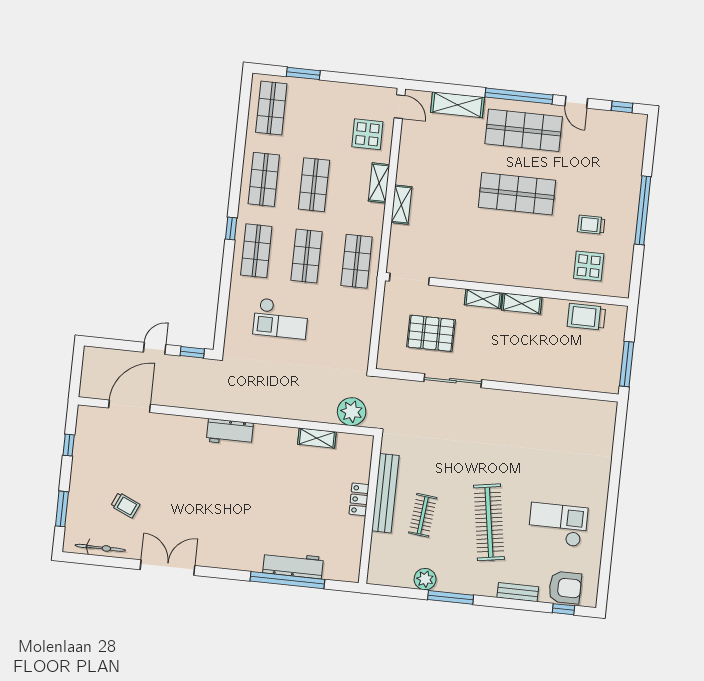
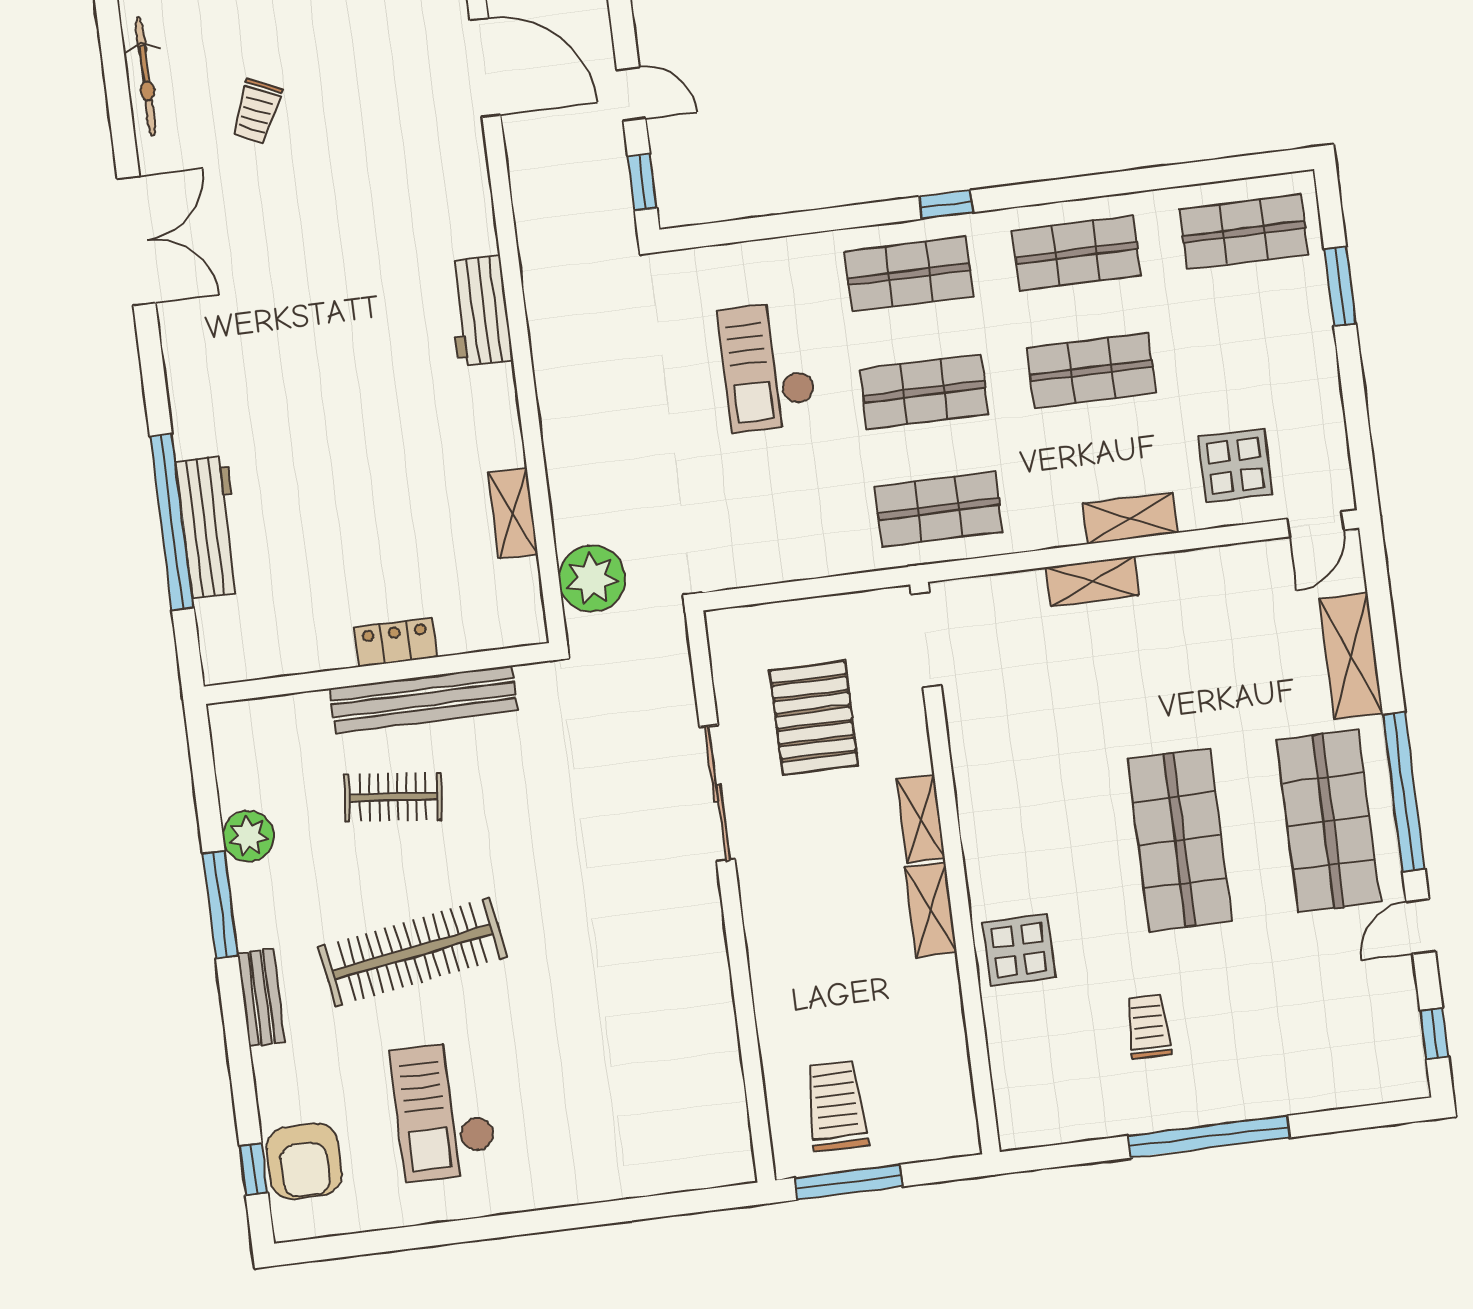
display table: (589, 266) -> (1019, 950), moved
trolley: (586, 317) -> (836, 1106), moved
checkout: (558, 525) -> (444, 1111), turned 180
bench: (518, 592) -> (261, 998), moved

